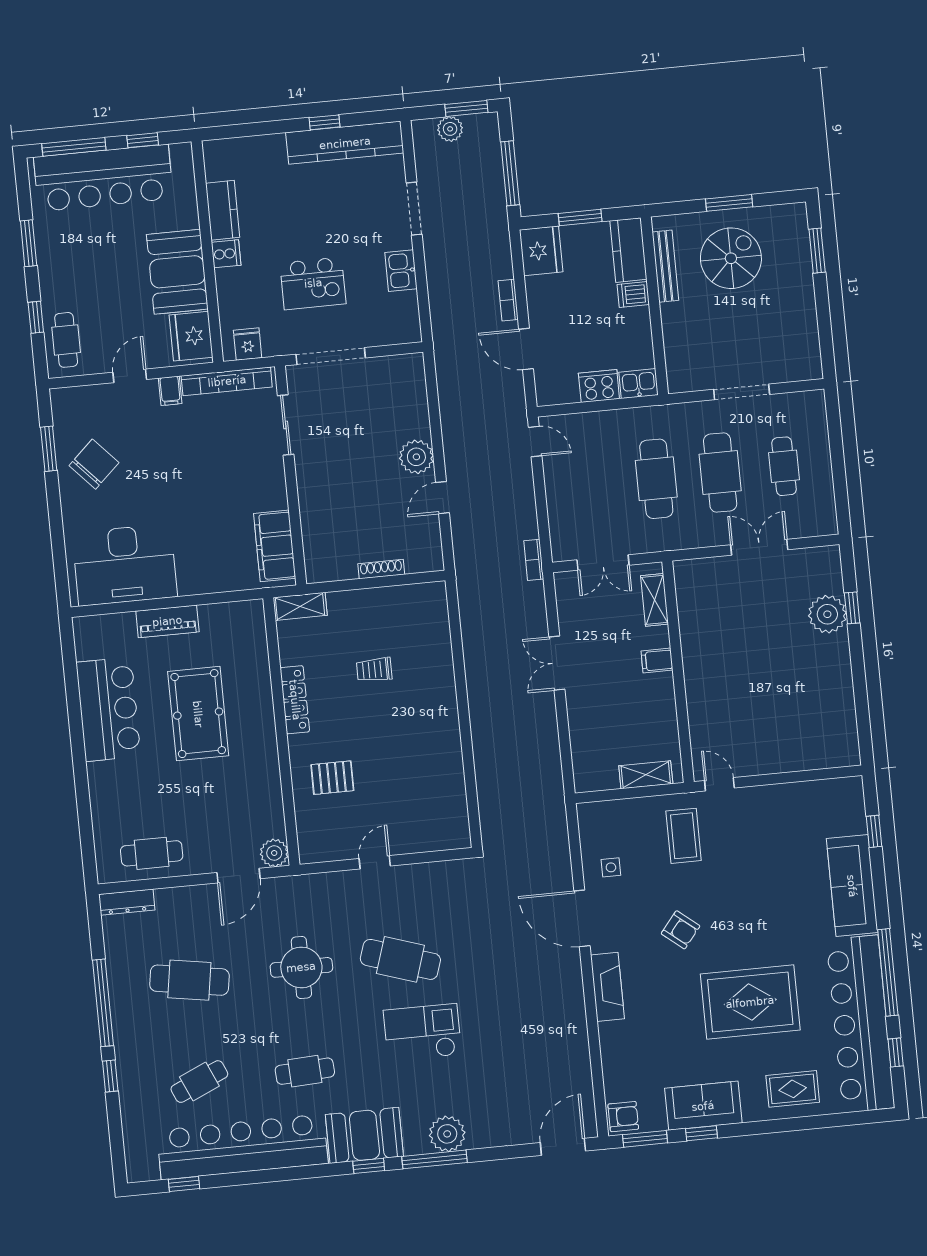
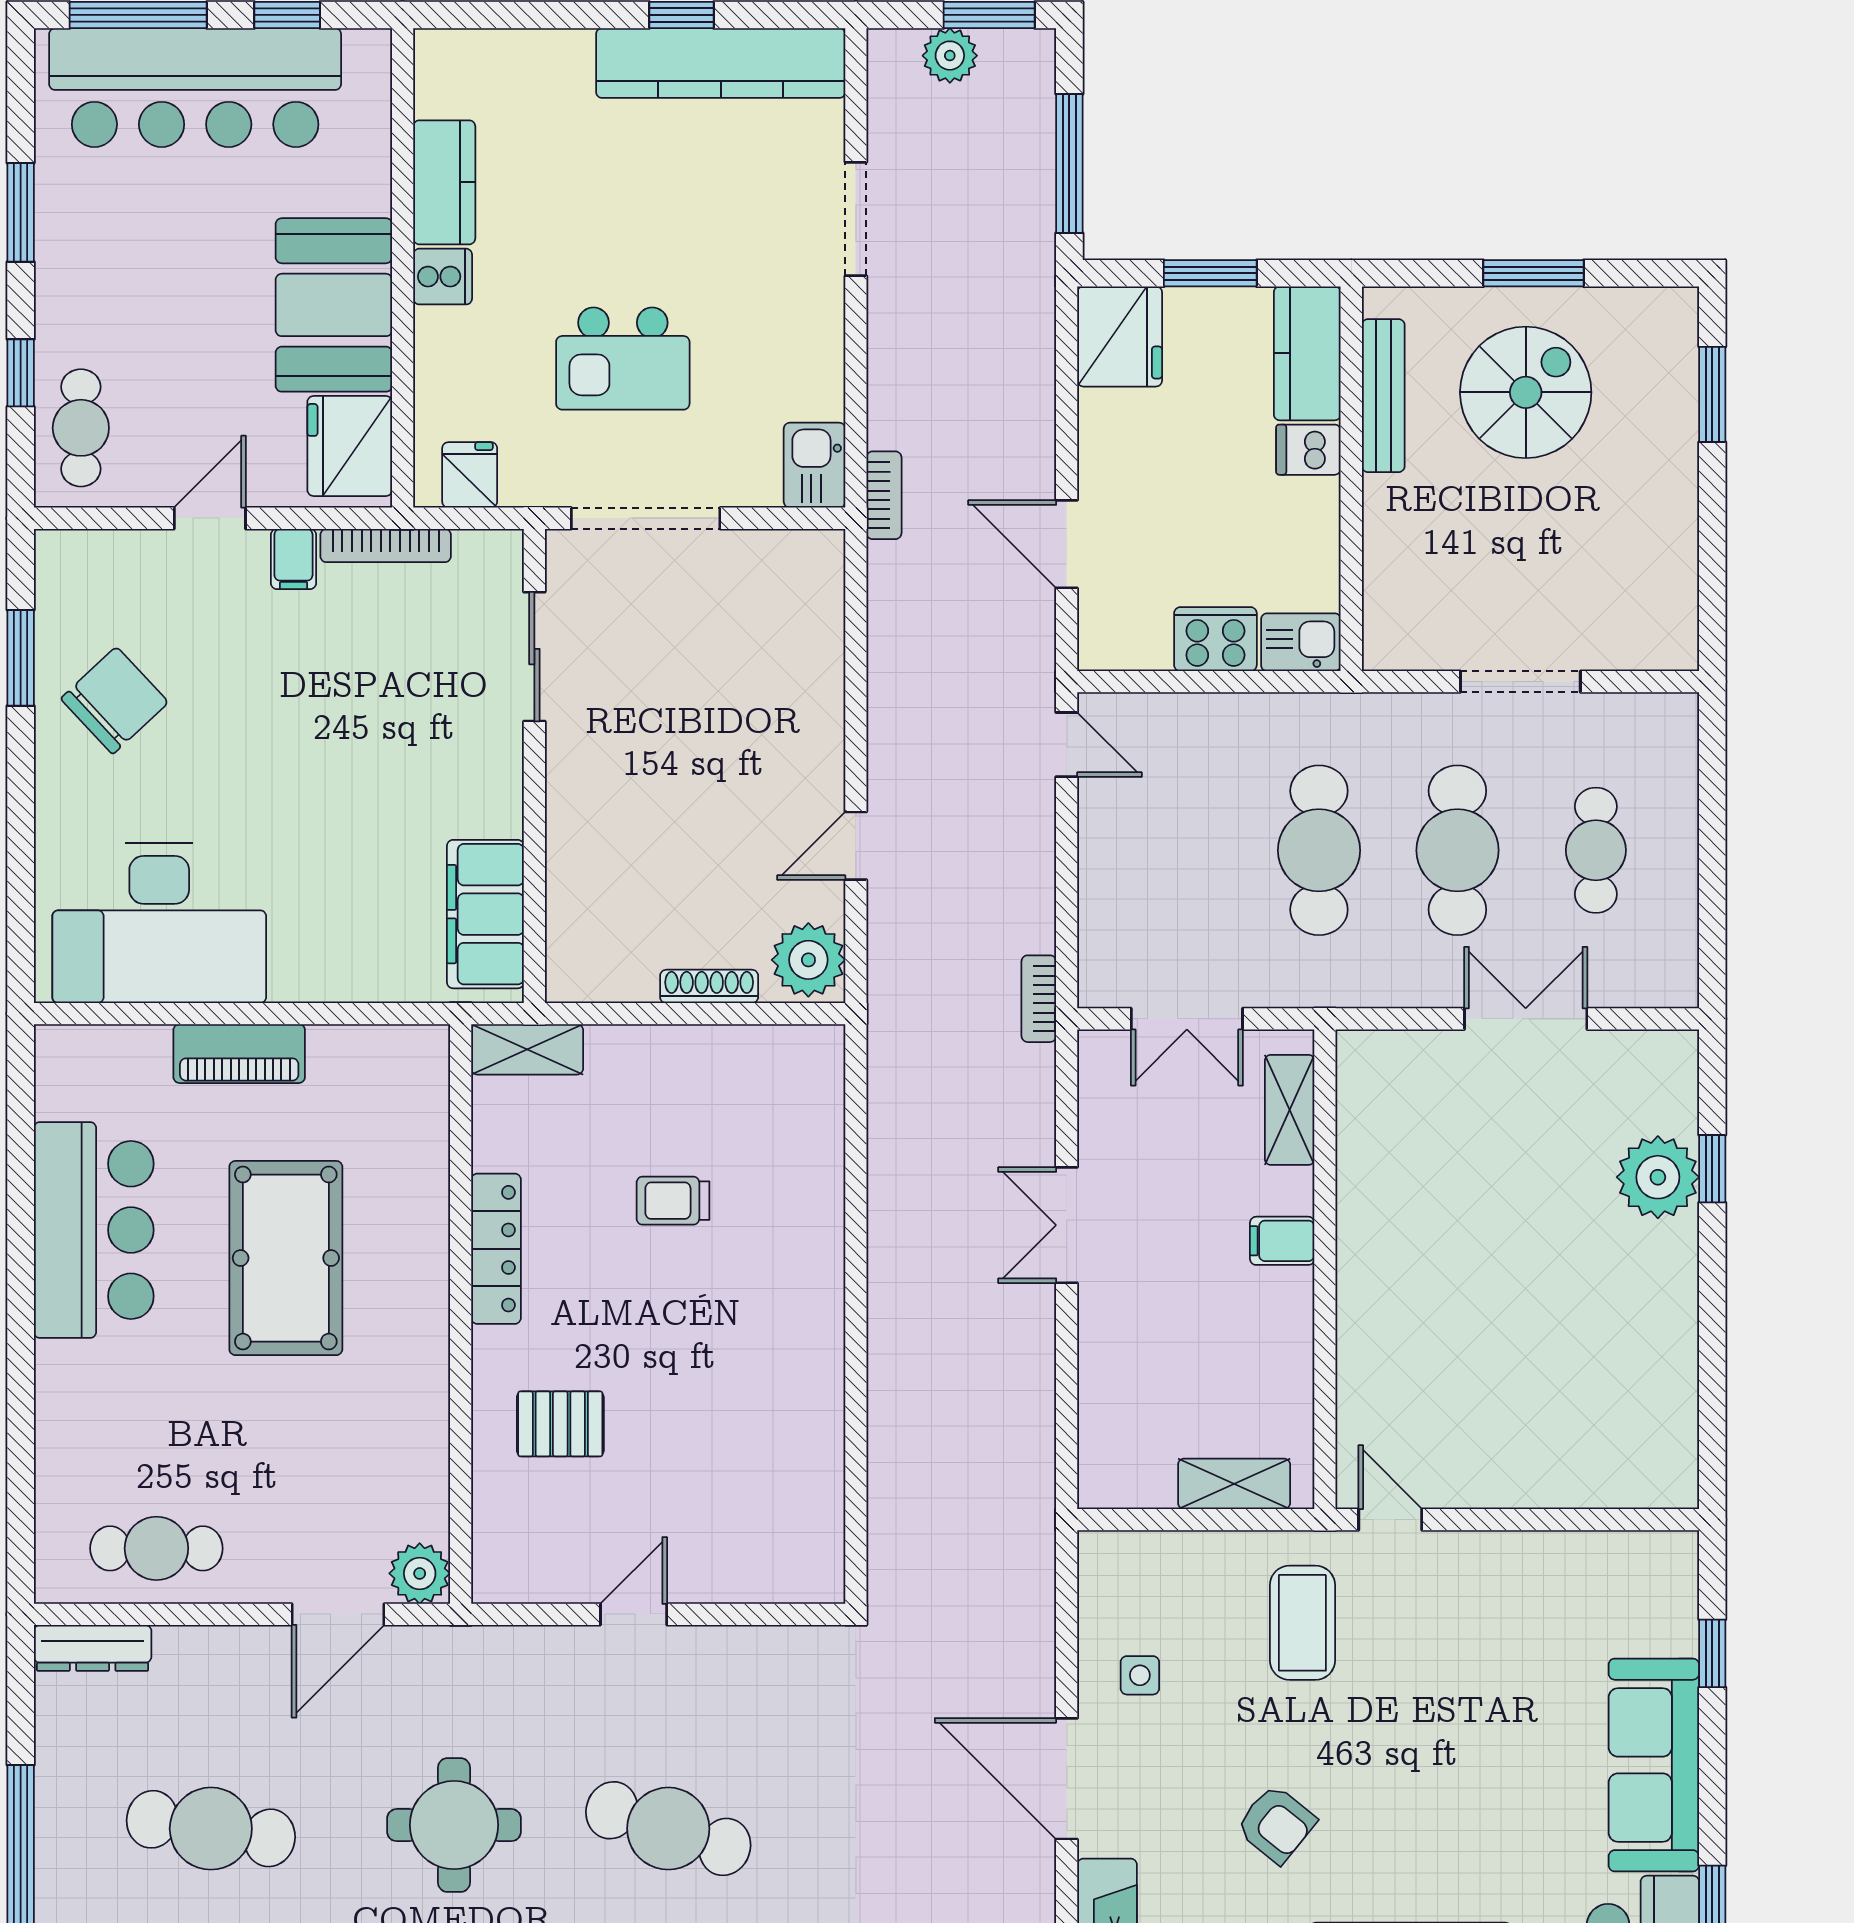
kitchen sink: (401, 271) -> (815, 465), moved
bookcase: (508, 300) -> (884, 495), moved, turned 180
bookcase: (227, 381) -> (386, 545), width x0.68, depth x0.76
plant: (416, 457) -> (808, 960), moved

